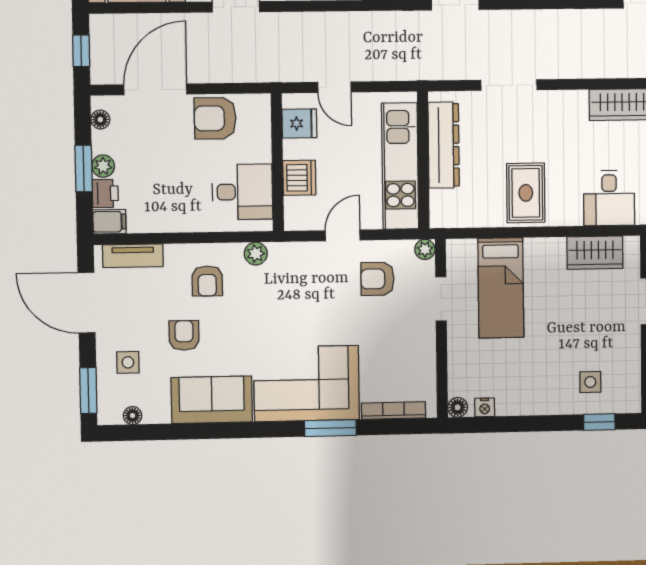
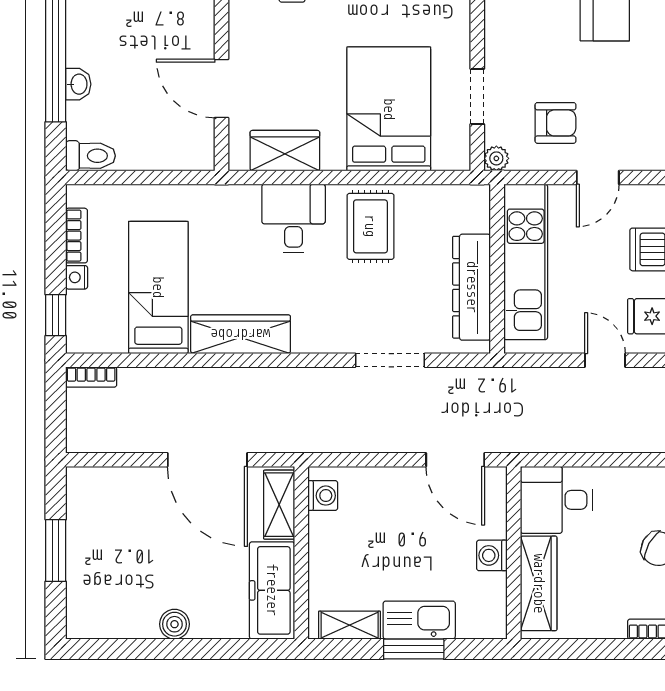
desk: (609, 198) -> (294, 218), moved
bed: (501, 288) -> (389, 109), width x1.50

